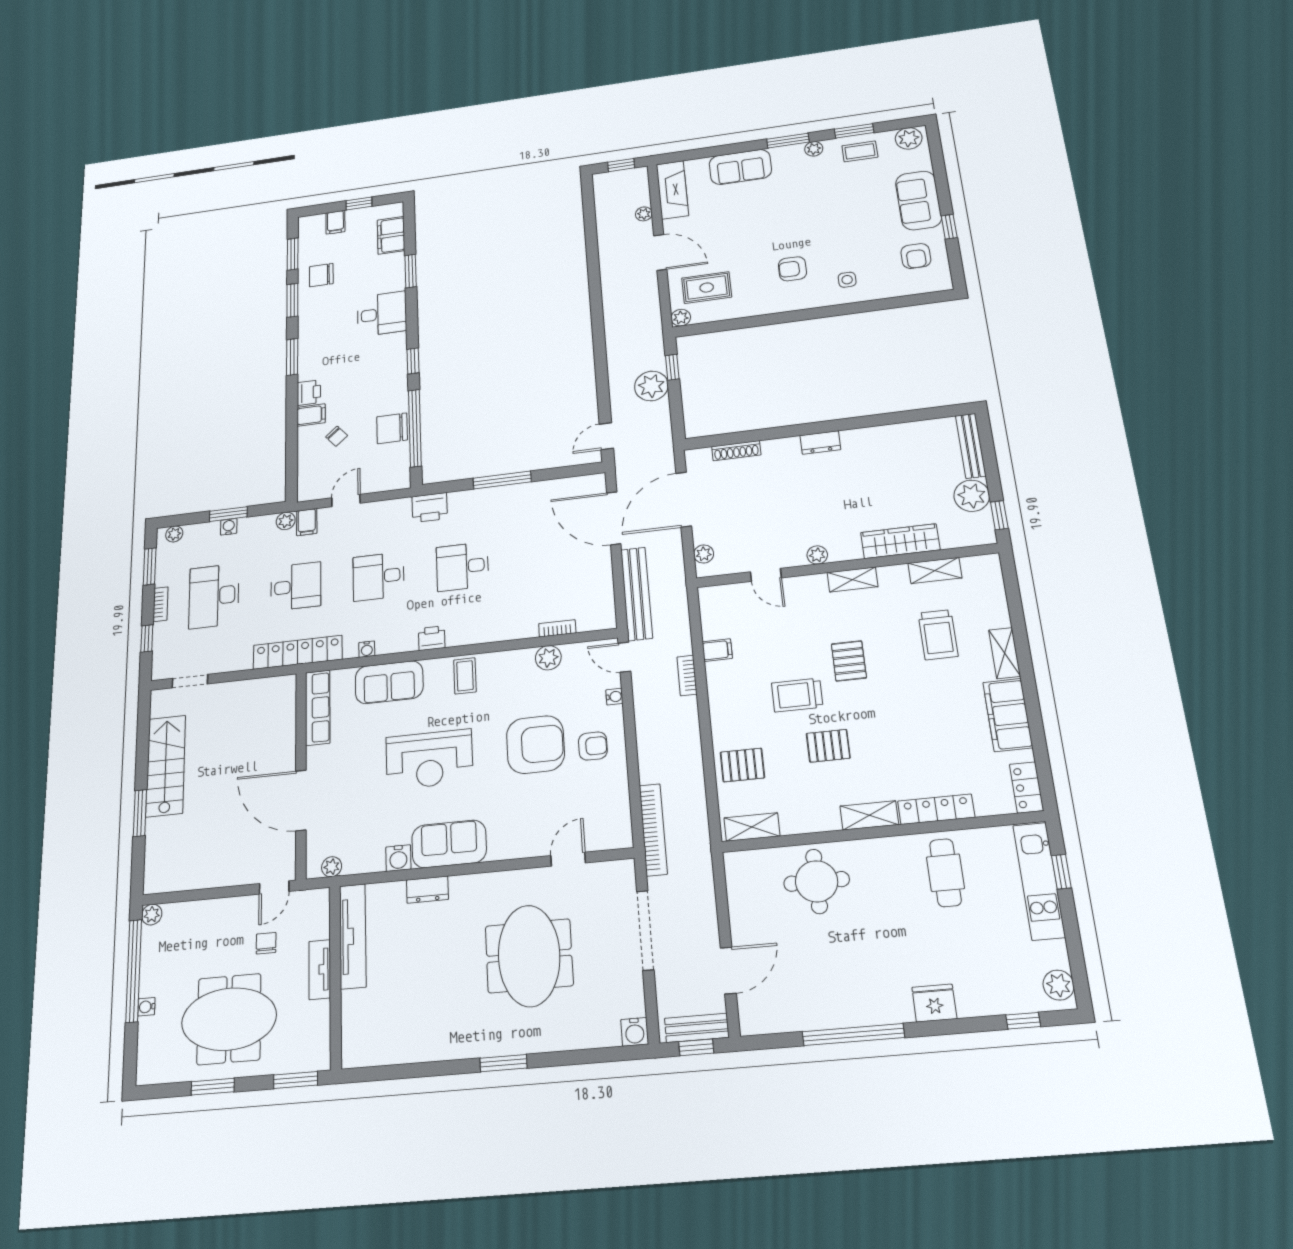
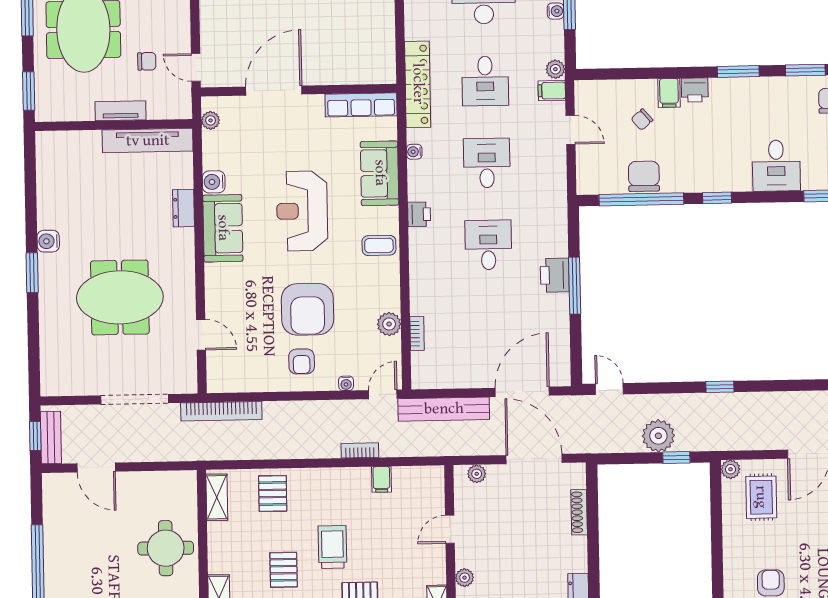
window: (599, 337) -> (720, 387), added
printer: (430, 507) -> (555, 275), moved
water cooler: (635, 1032) -> (48, 241), moved

